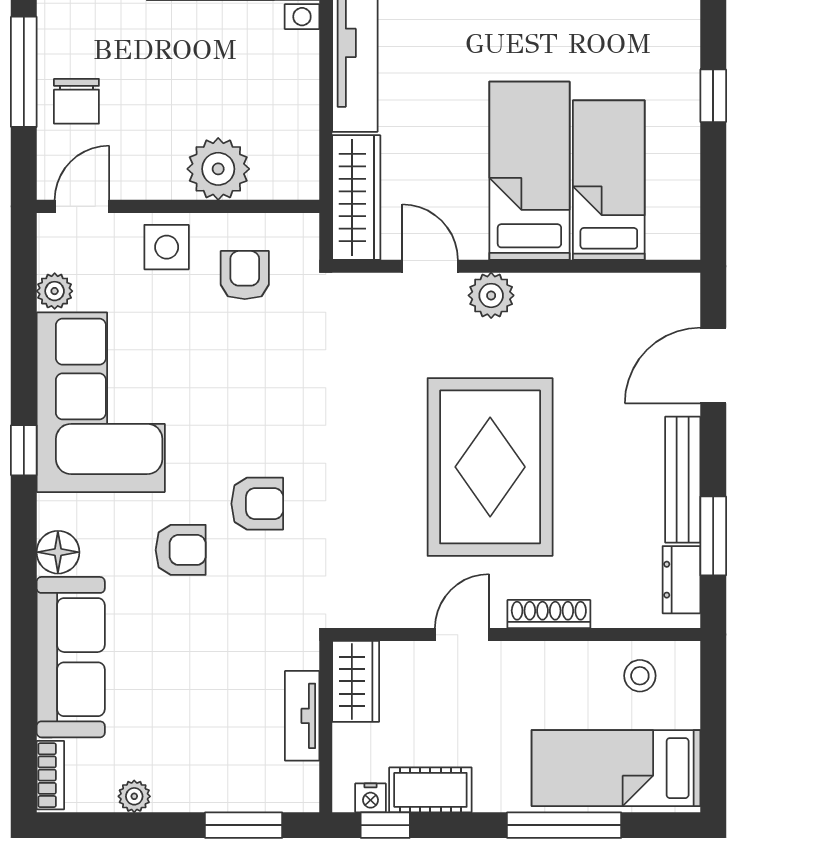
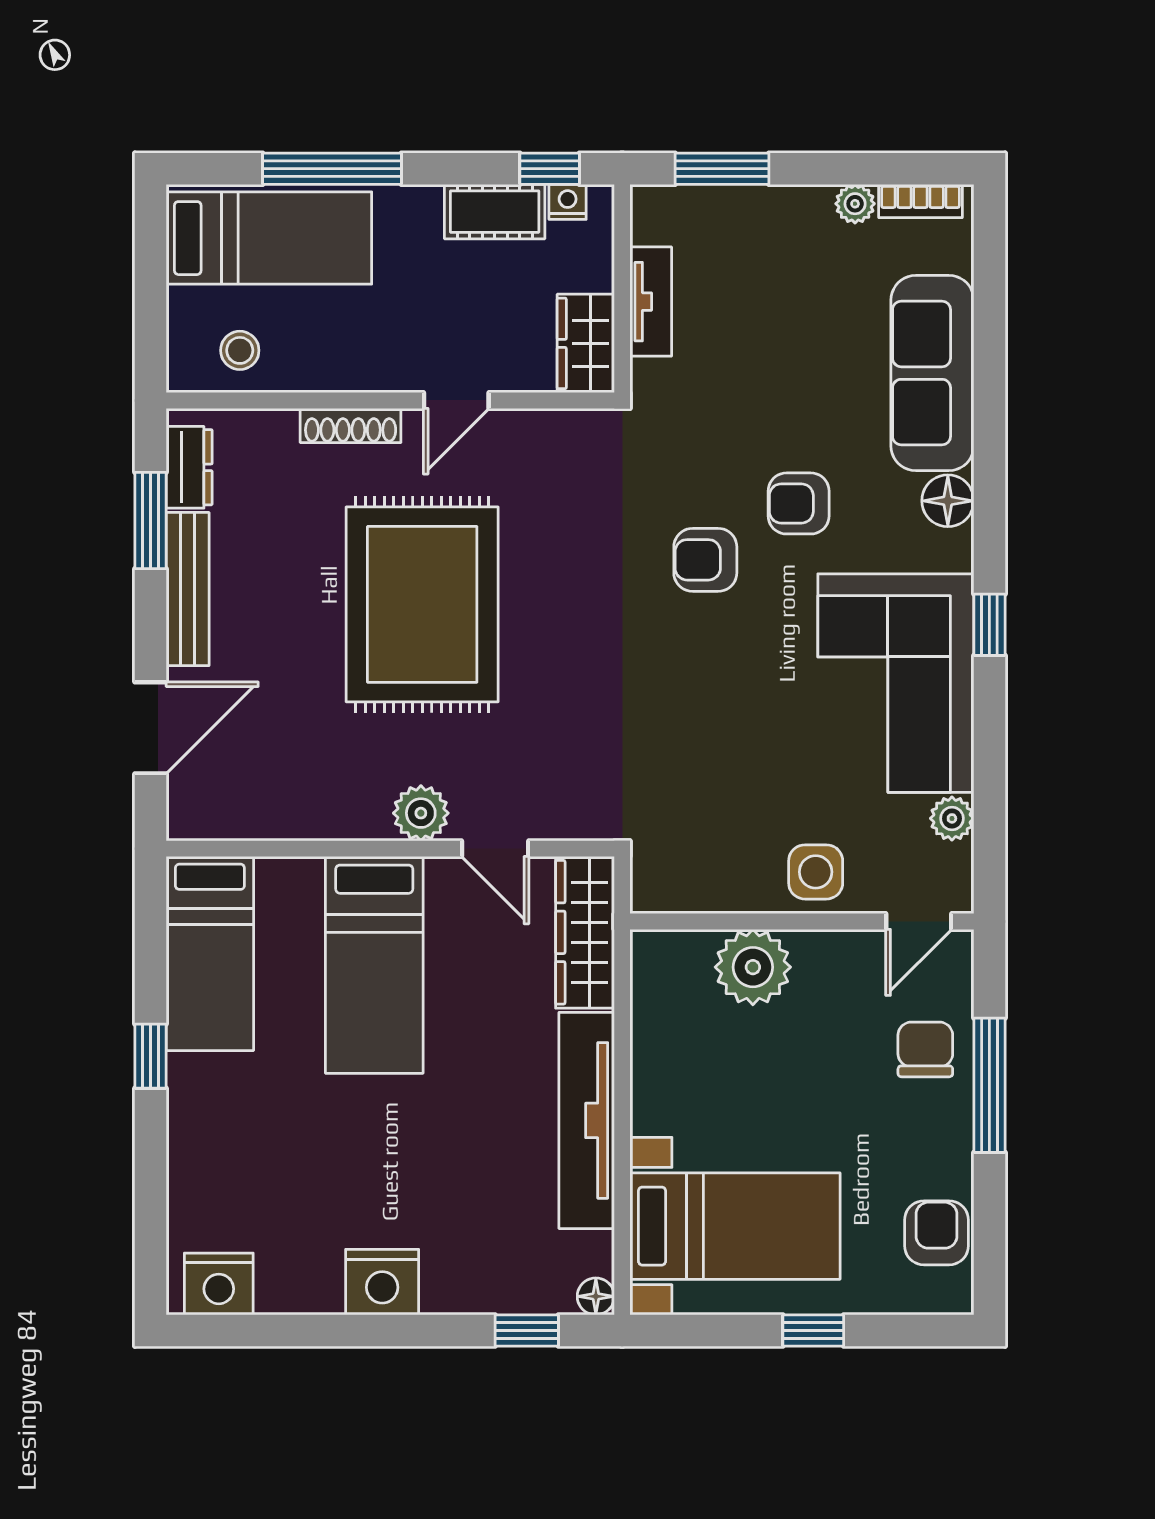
bed: (609, 180) -> (210, 953), moved
armchair: (245, 275) -> (721, 838), removed
bookcase: (50, 775) -> (920, 201), moved, turned -90

